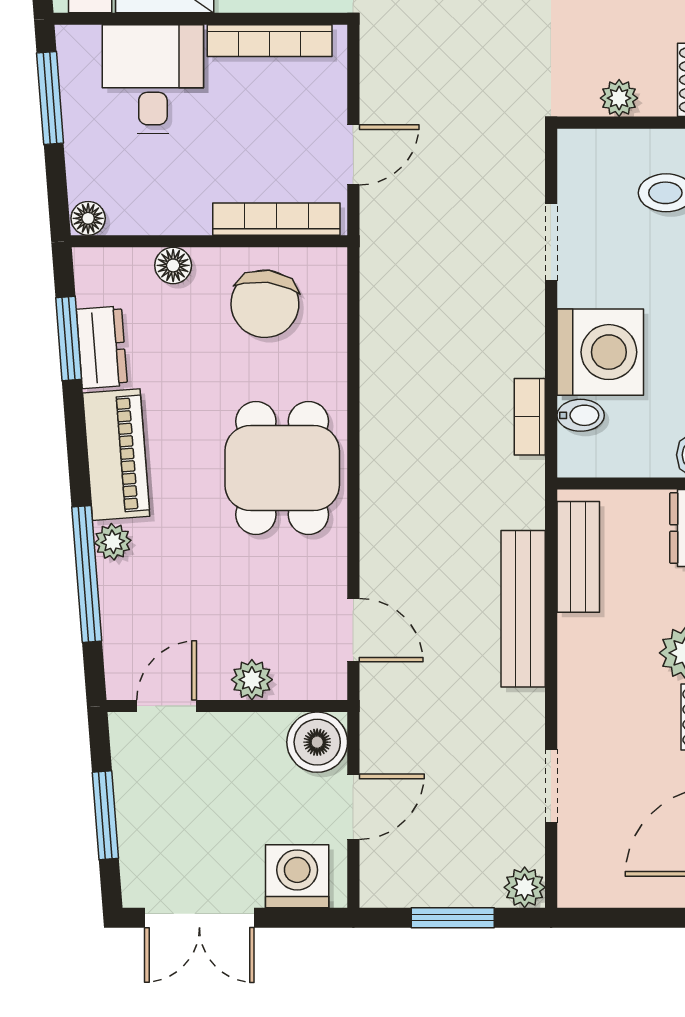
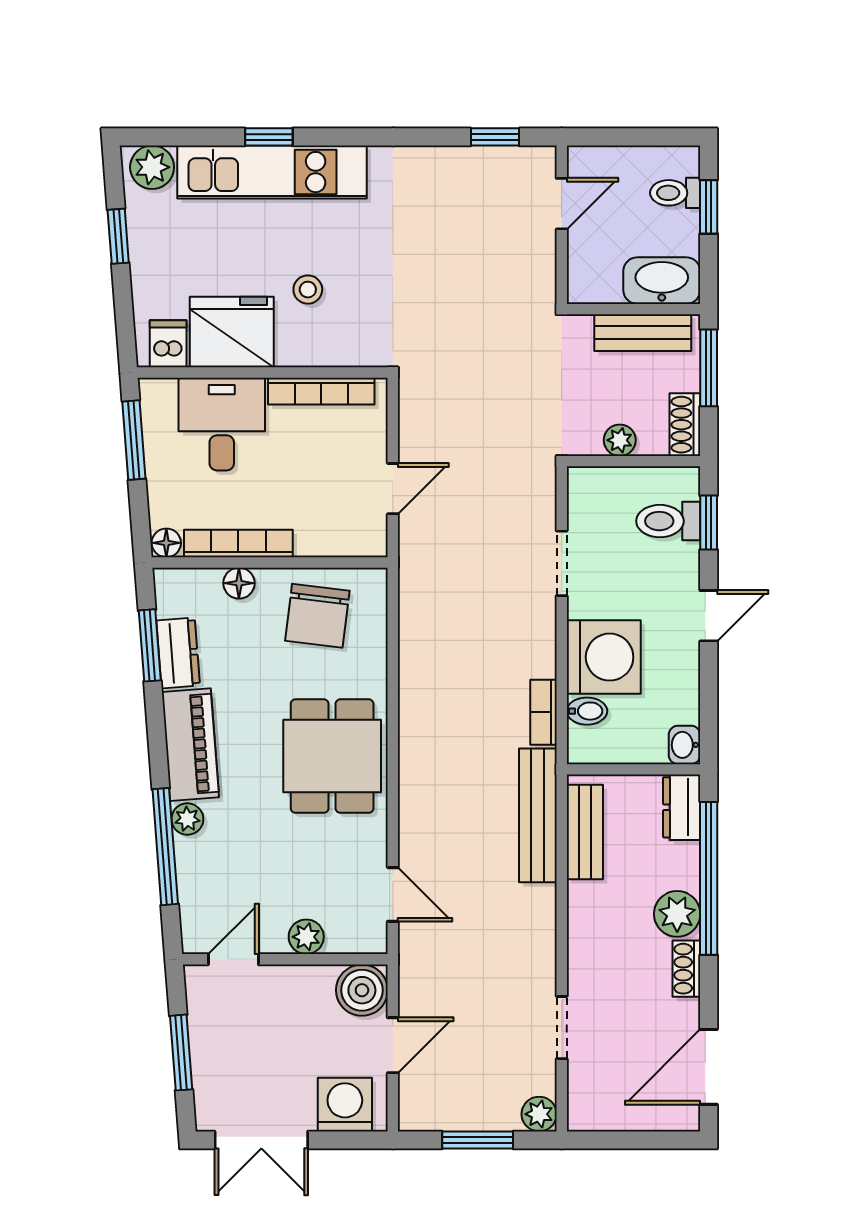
bookcase: (276, 219) -> (238, 544), moved
bench: (523, 609) -> (538, 815), moved

